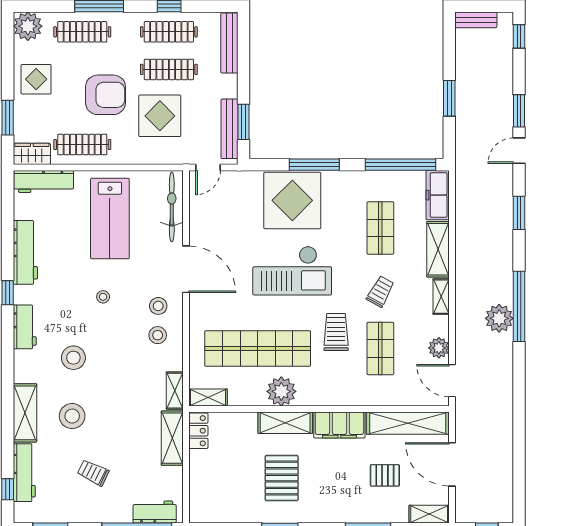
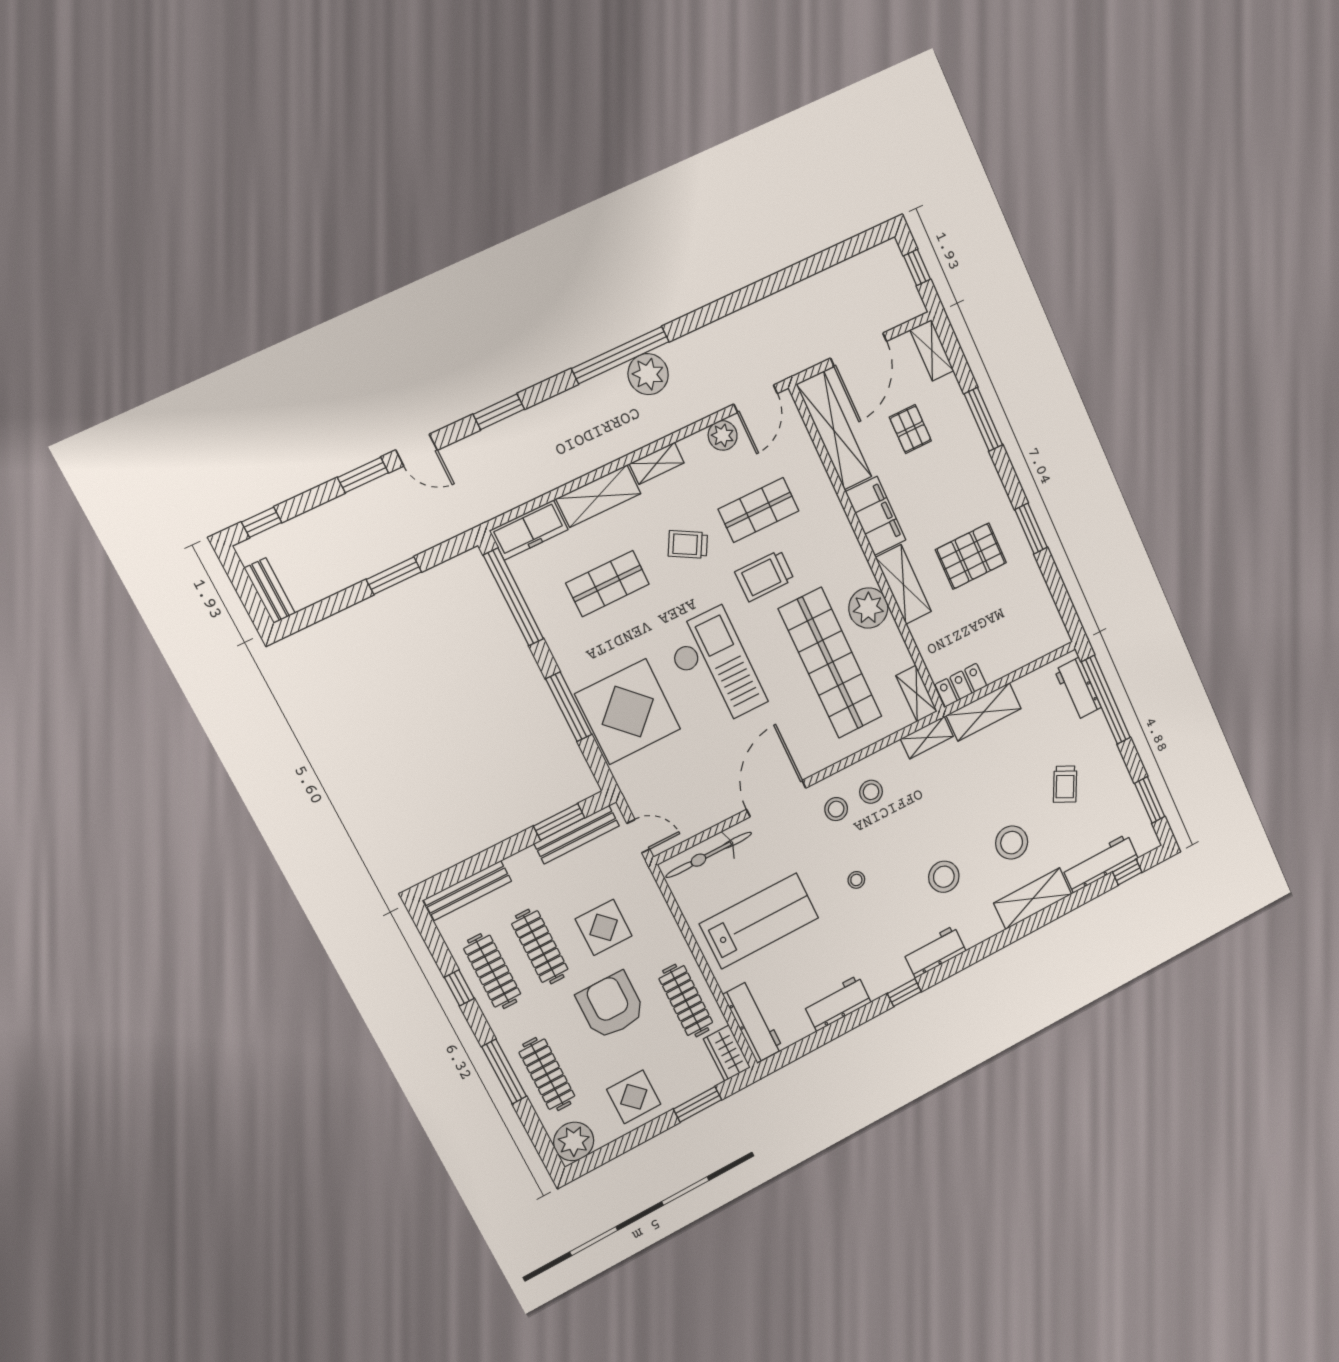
display table: (160, 116) -> (604, 927), width x0.73, depth x0.73
workbench: (25, 252) -> (837, 1003), width x0.73

